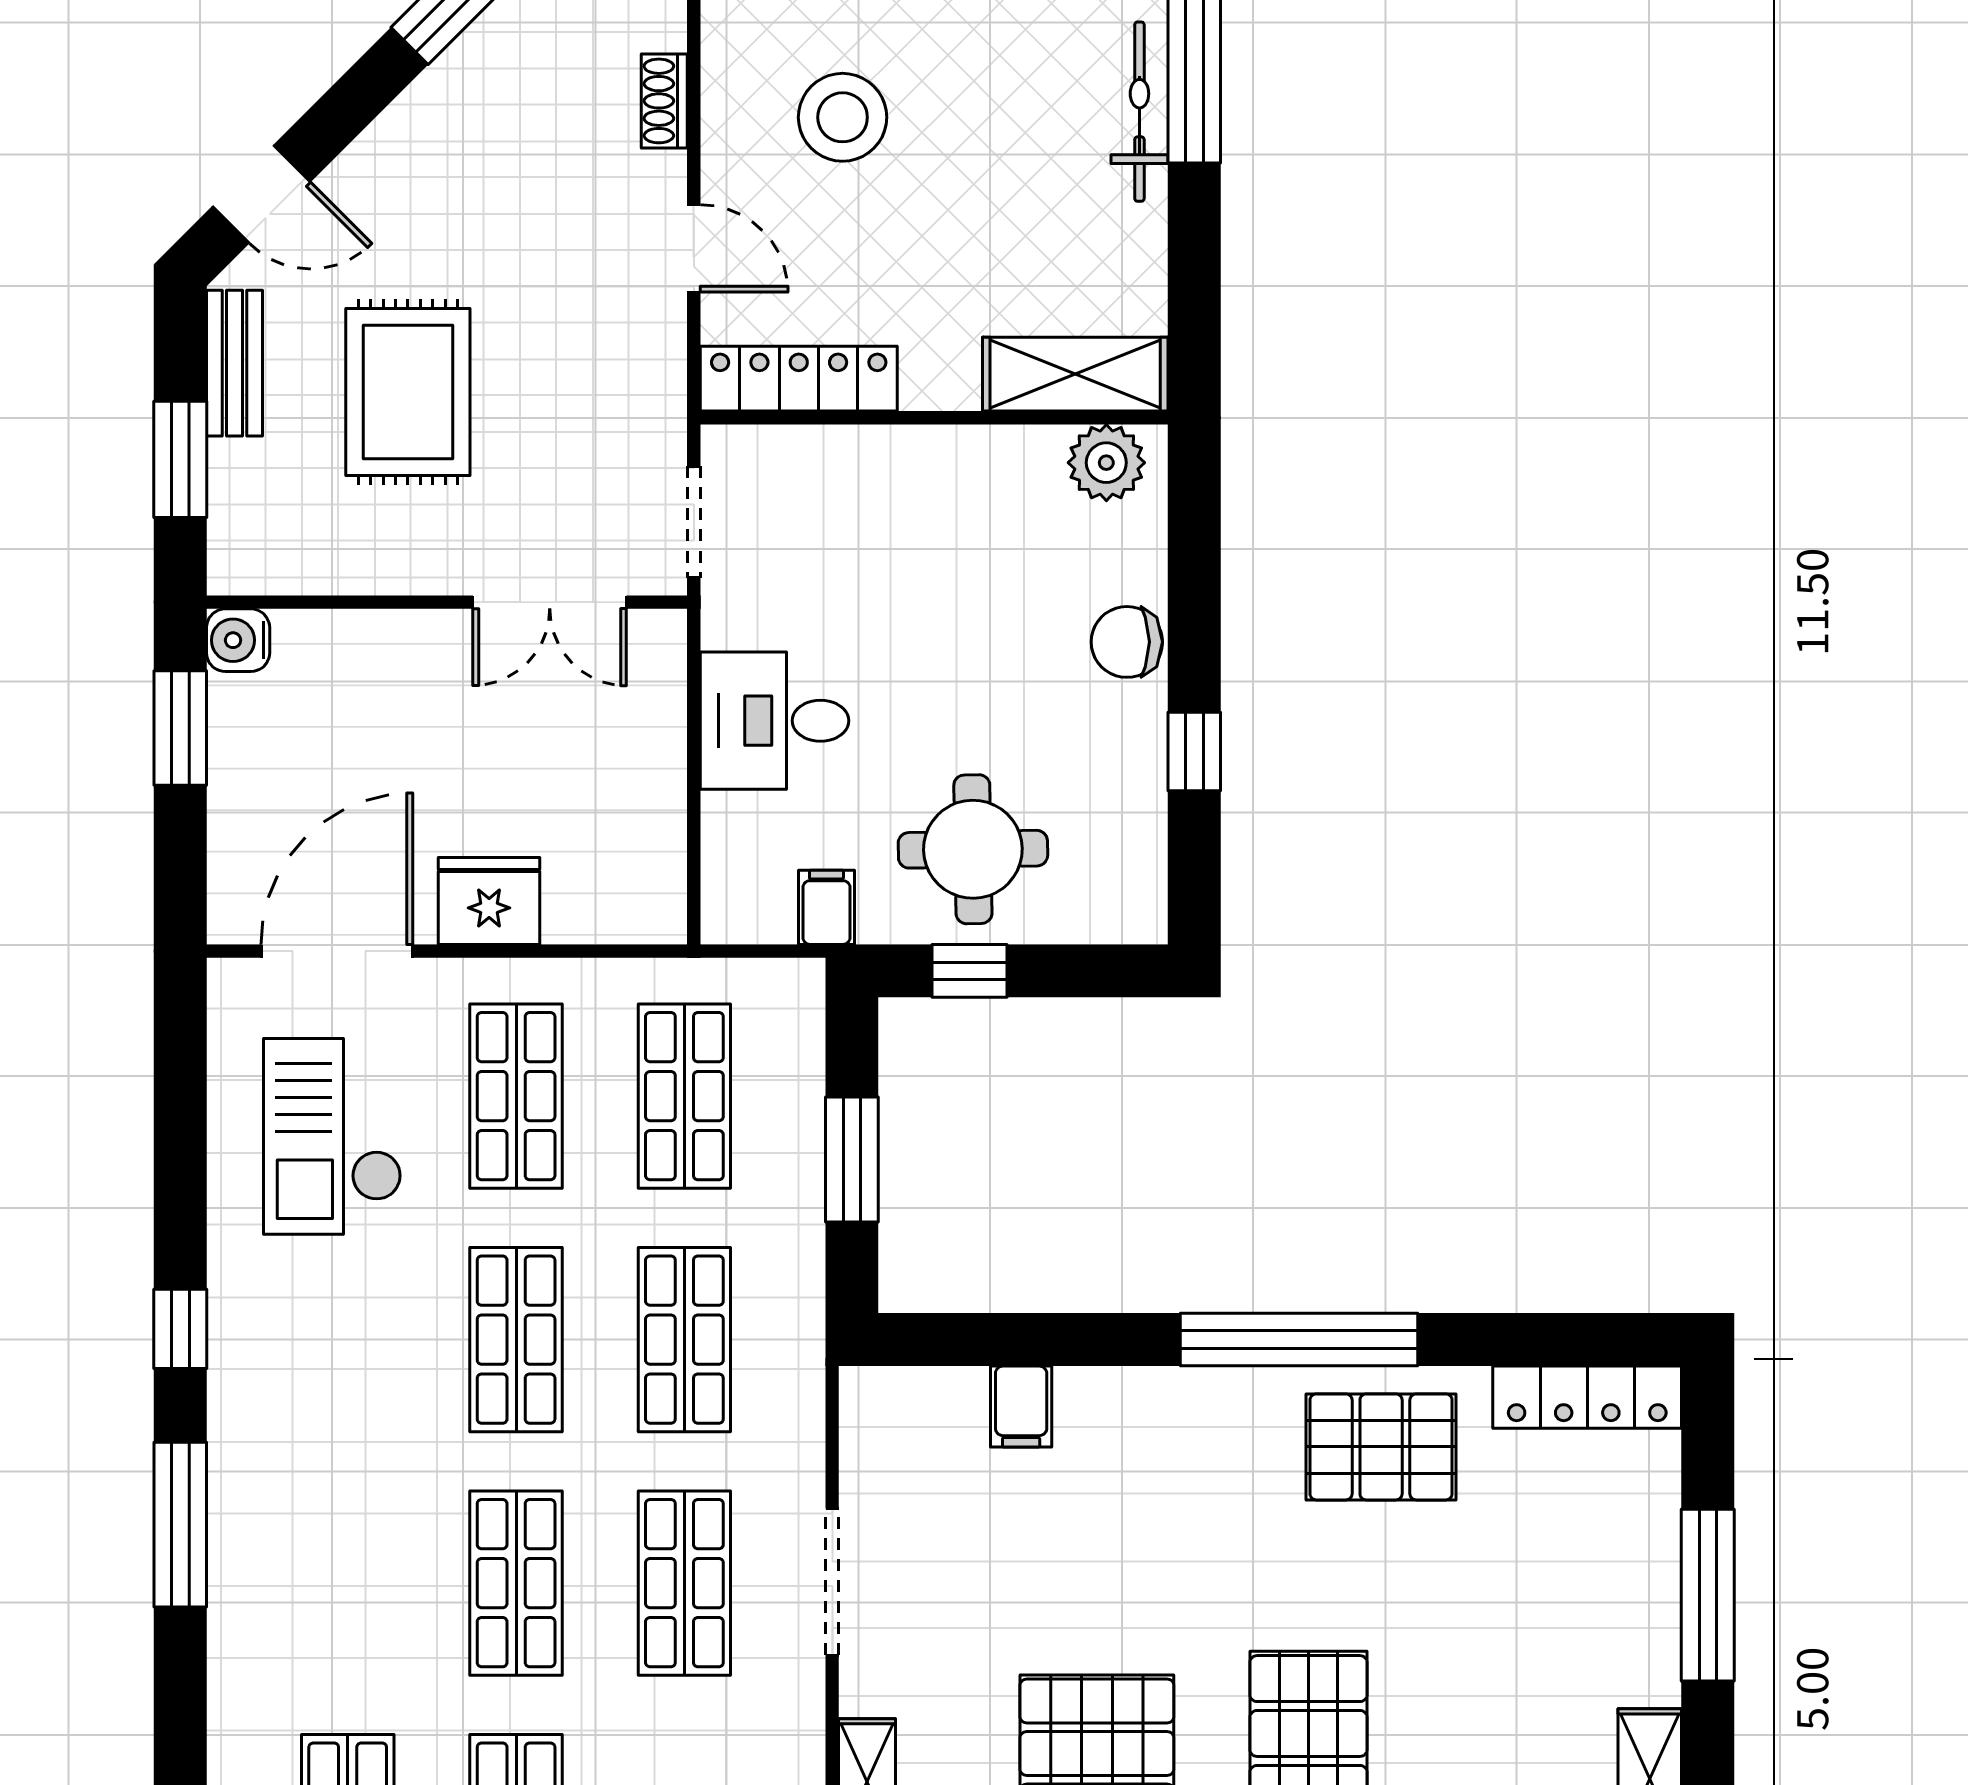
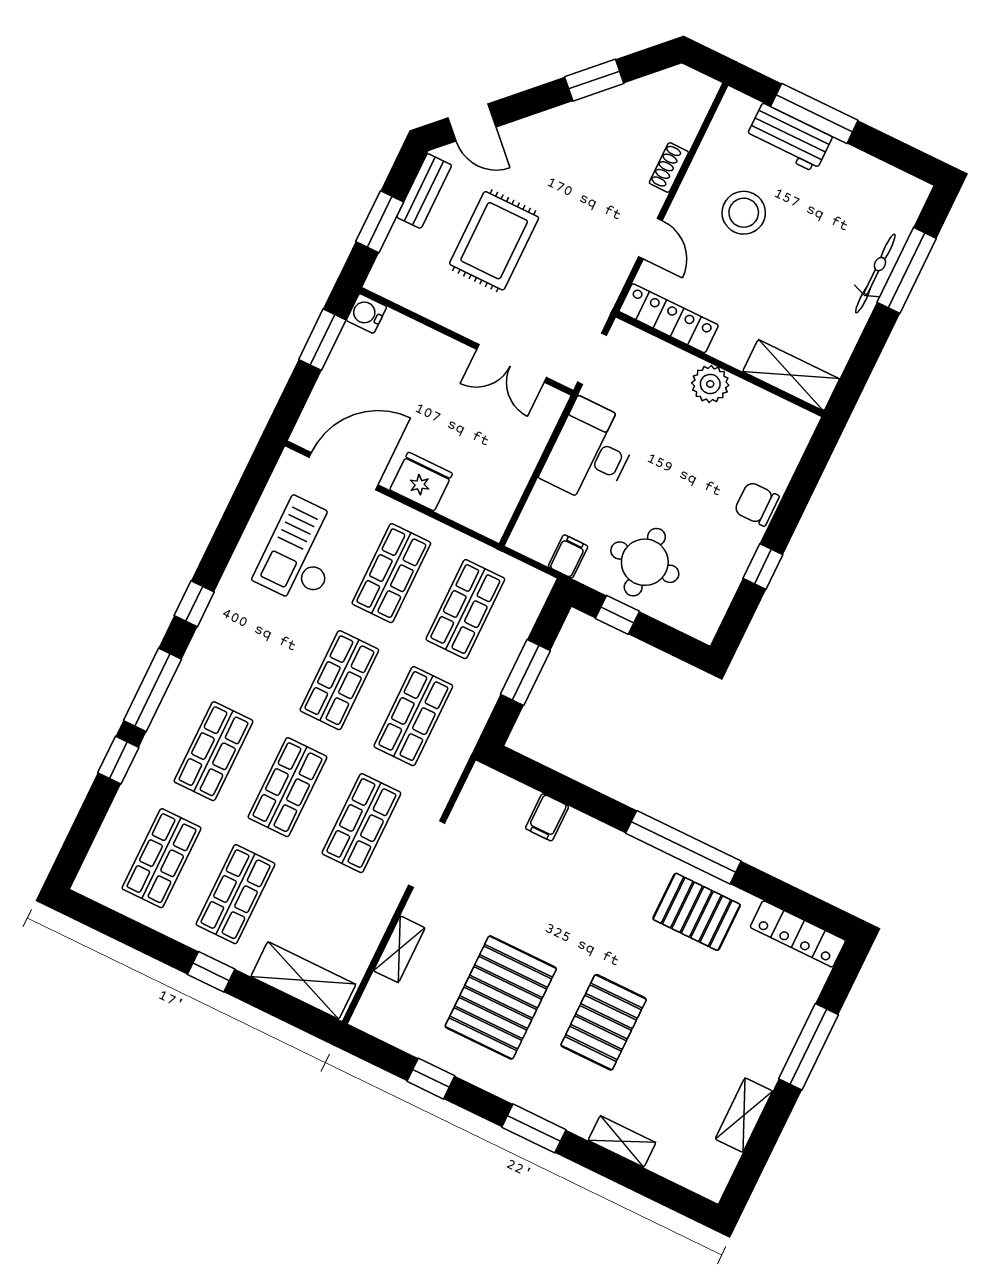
plant: (1106, 463) -> (710, 384), moved
desk: (775, 721) -> (591, 452), width x1.37
shop shelf: (348, 1583) -> (213, 751), added
window: (180, 1685) -> (118, 760), added

